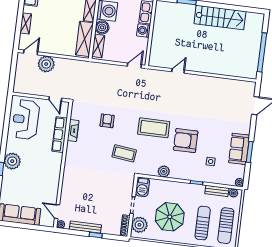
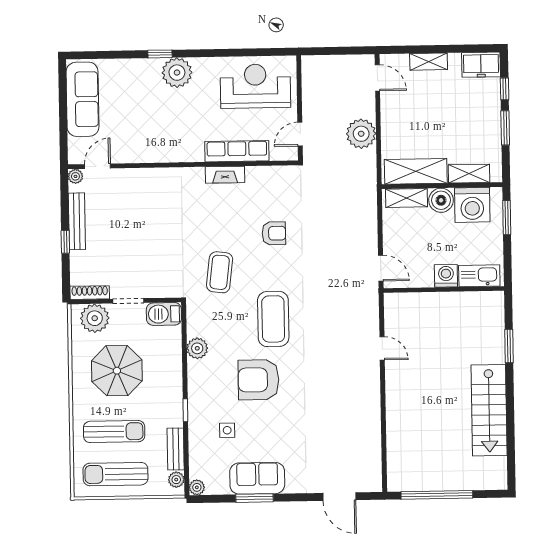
plant: (46, 64) -> (361, 134), moved
fireplace: (73, 130) -> (225, 175), moved
armchair: (186, 141) -> (258, 380), turned -90

